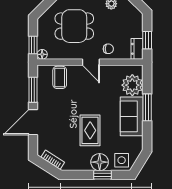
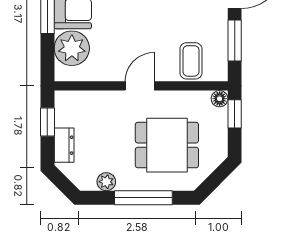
chair: (108, 49) -> (111, 108), removed
dresser: (137, 49) -> (64, 145), moved
door: (91, 62) -> (140, 86), hinge flipped

